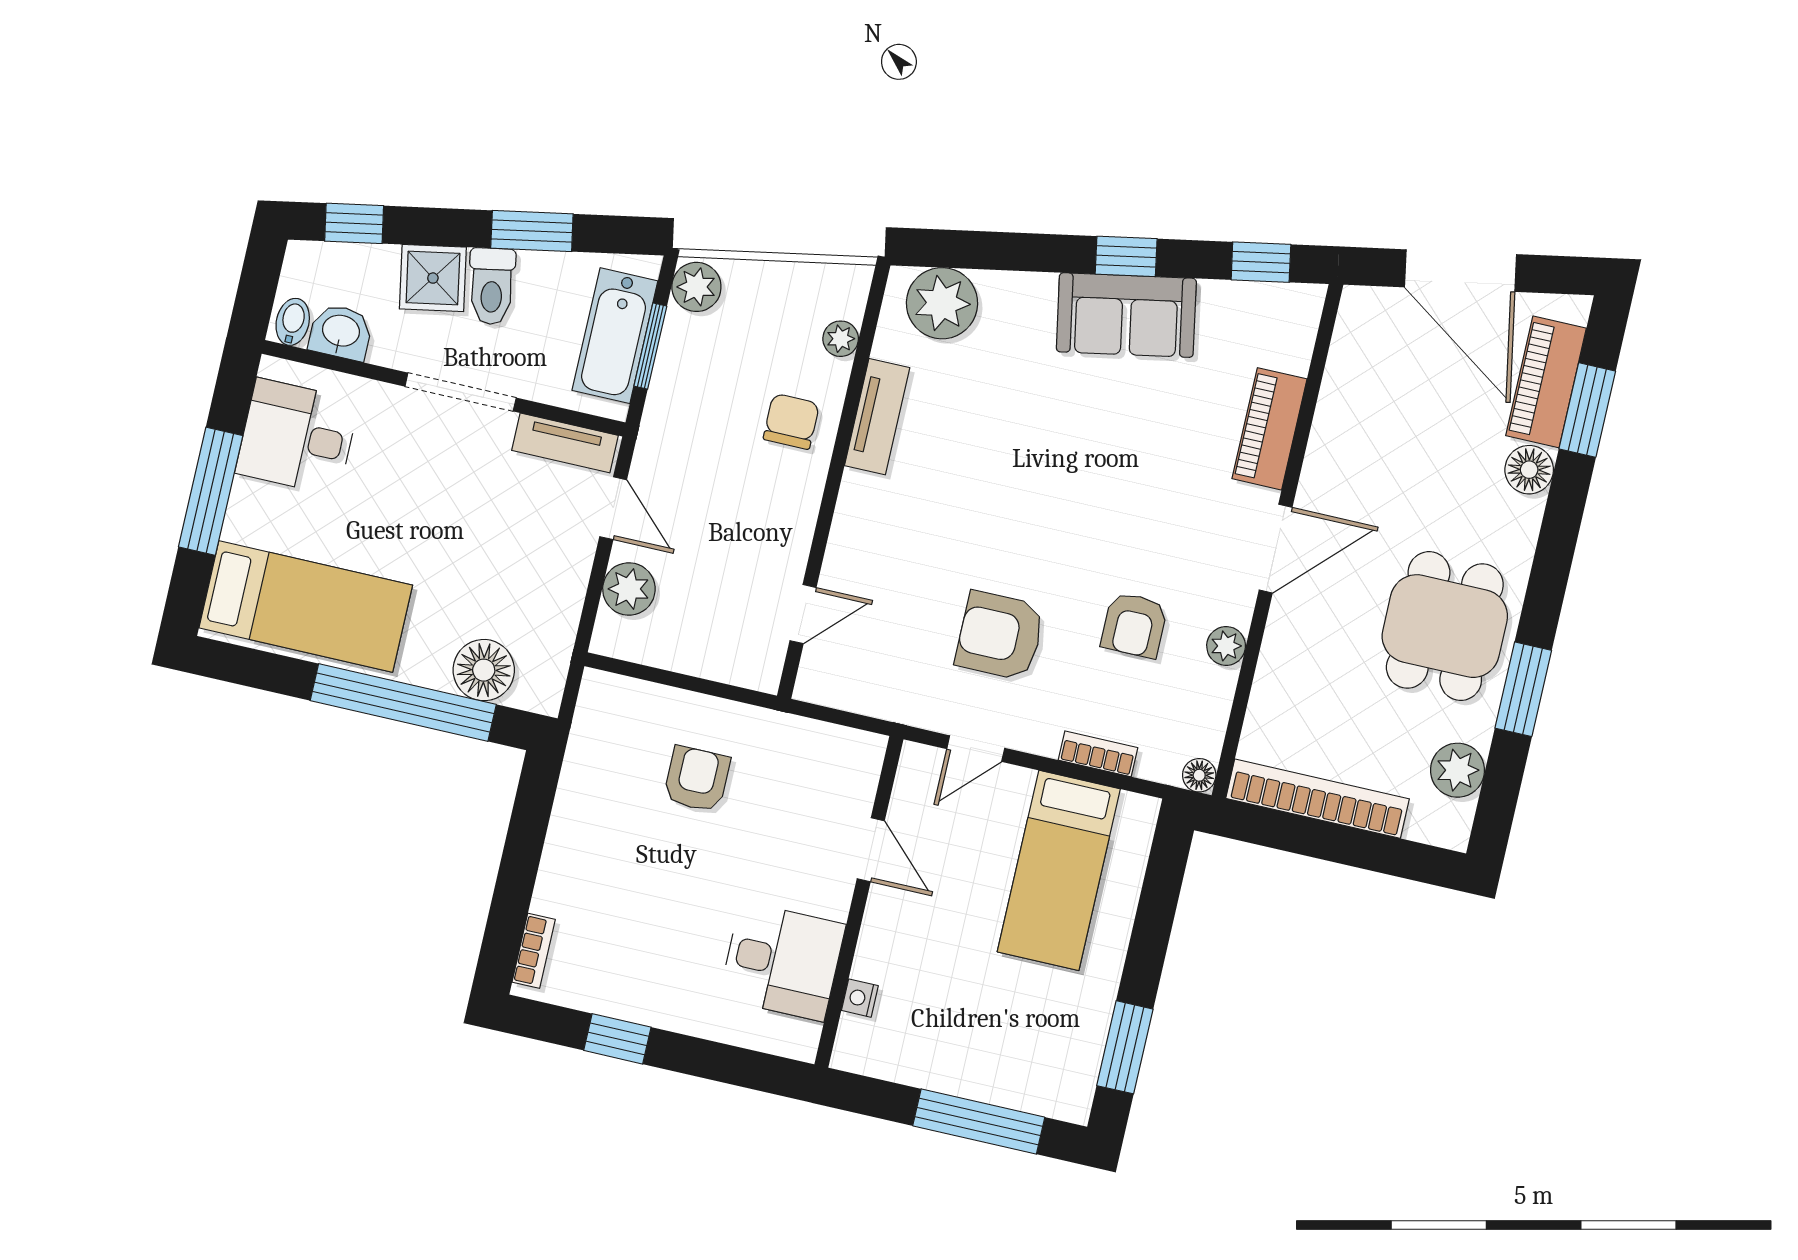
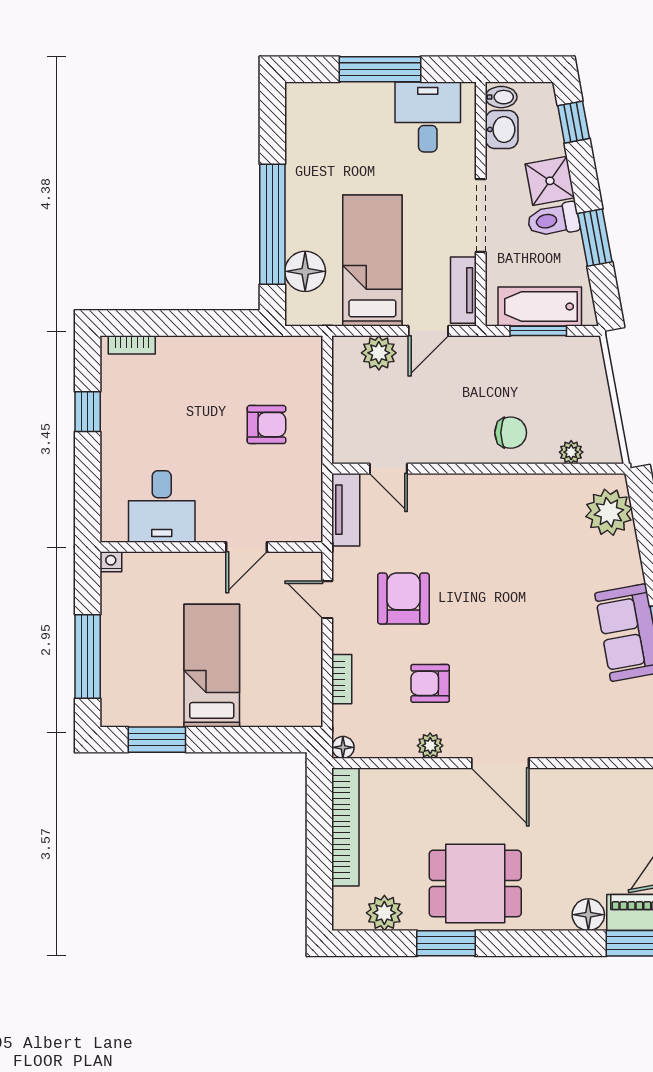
plant: (696, 287) -> (583, 352), removed
tv unit: (877, 417) -> (346, 510), moved, turned -90
piano: (1270, 429) -> (576, 742), removed
bed: (306, 606) -> (372, 260), moved, turned 180
bed: (1059, 870) -> (212, 666), moved, turned 90
nightstand: (860, 998) -> (111, 562), moved

